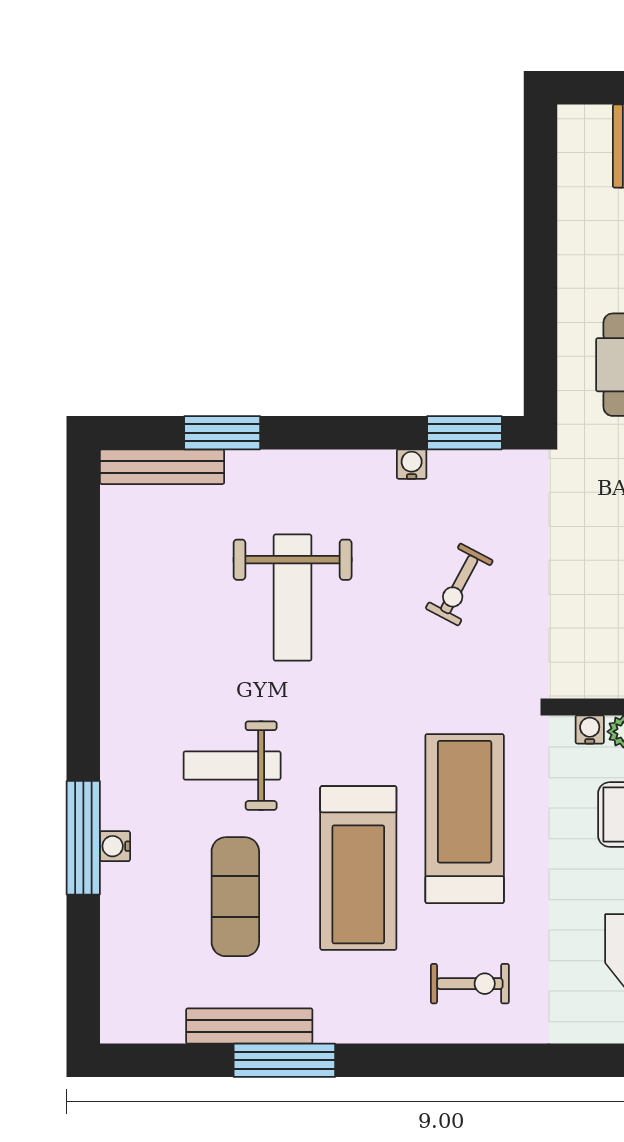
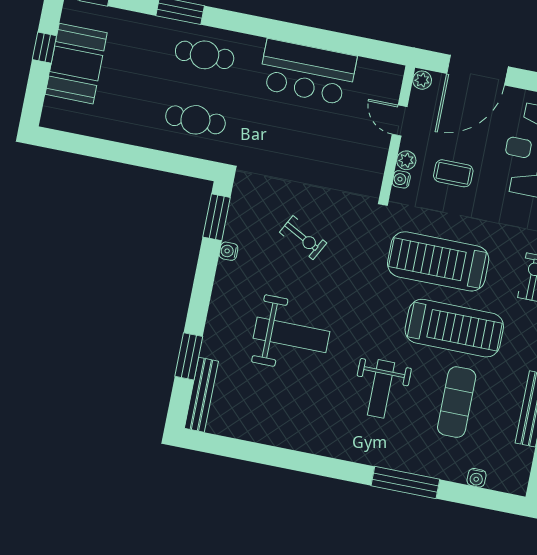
water cooler: (115, 846) -> (476, 478), moved
exercise mat: (235, 897) -> (457, 402), turned 90

